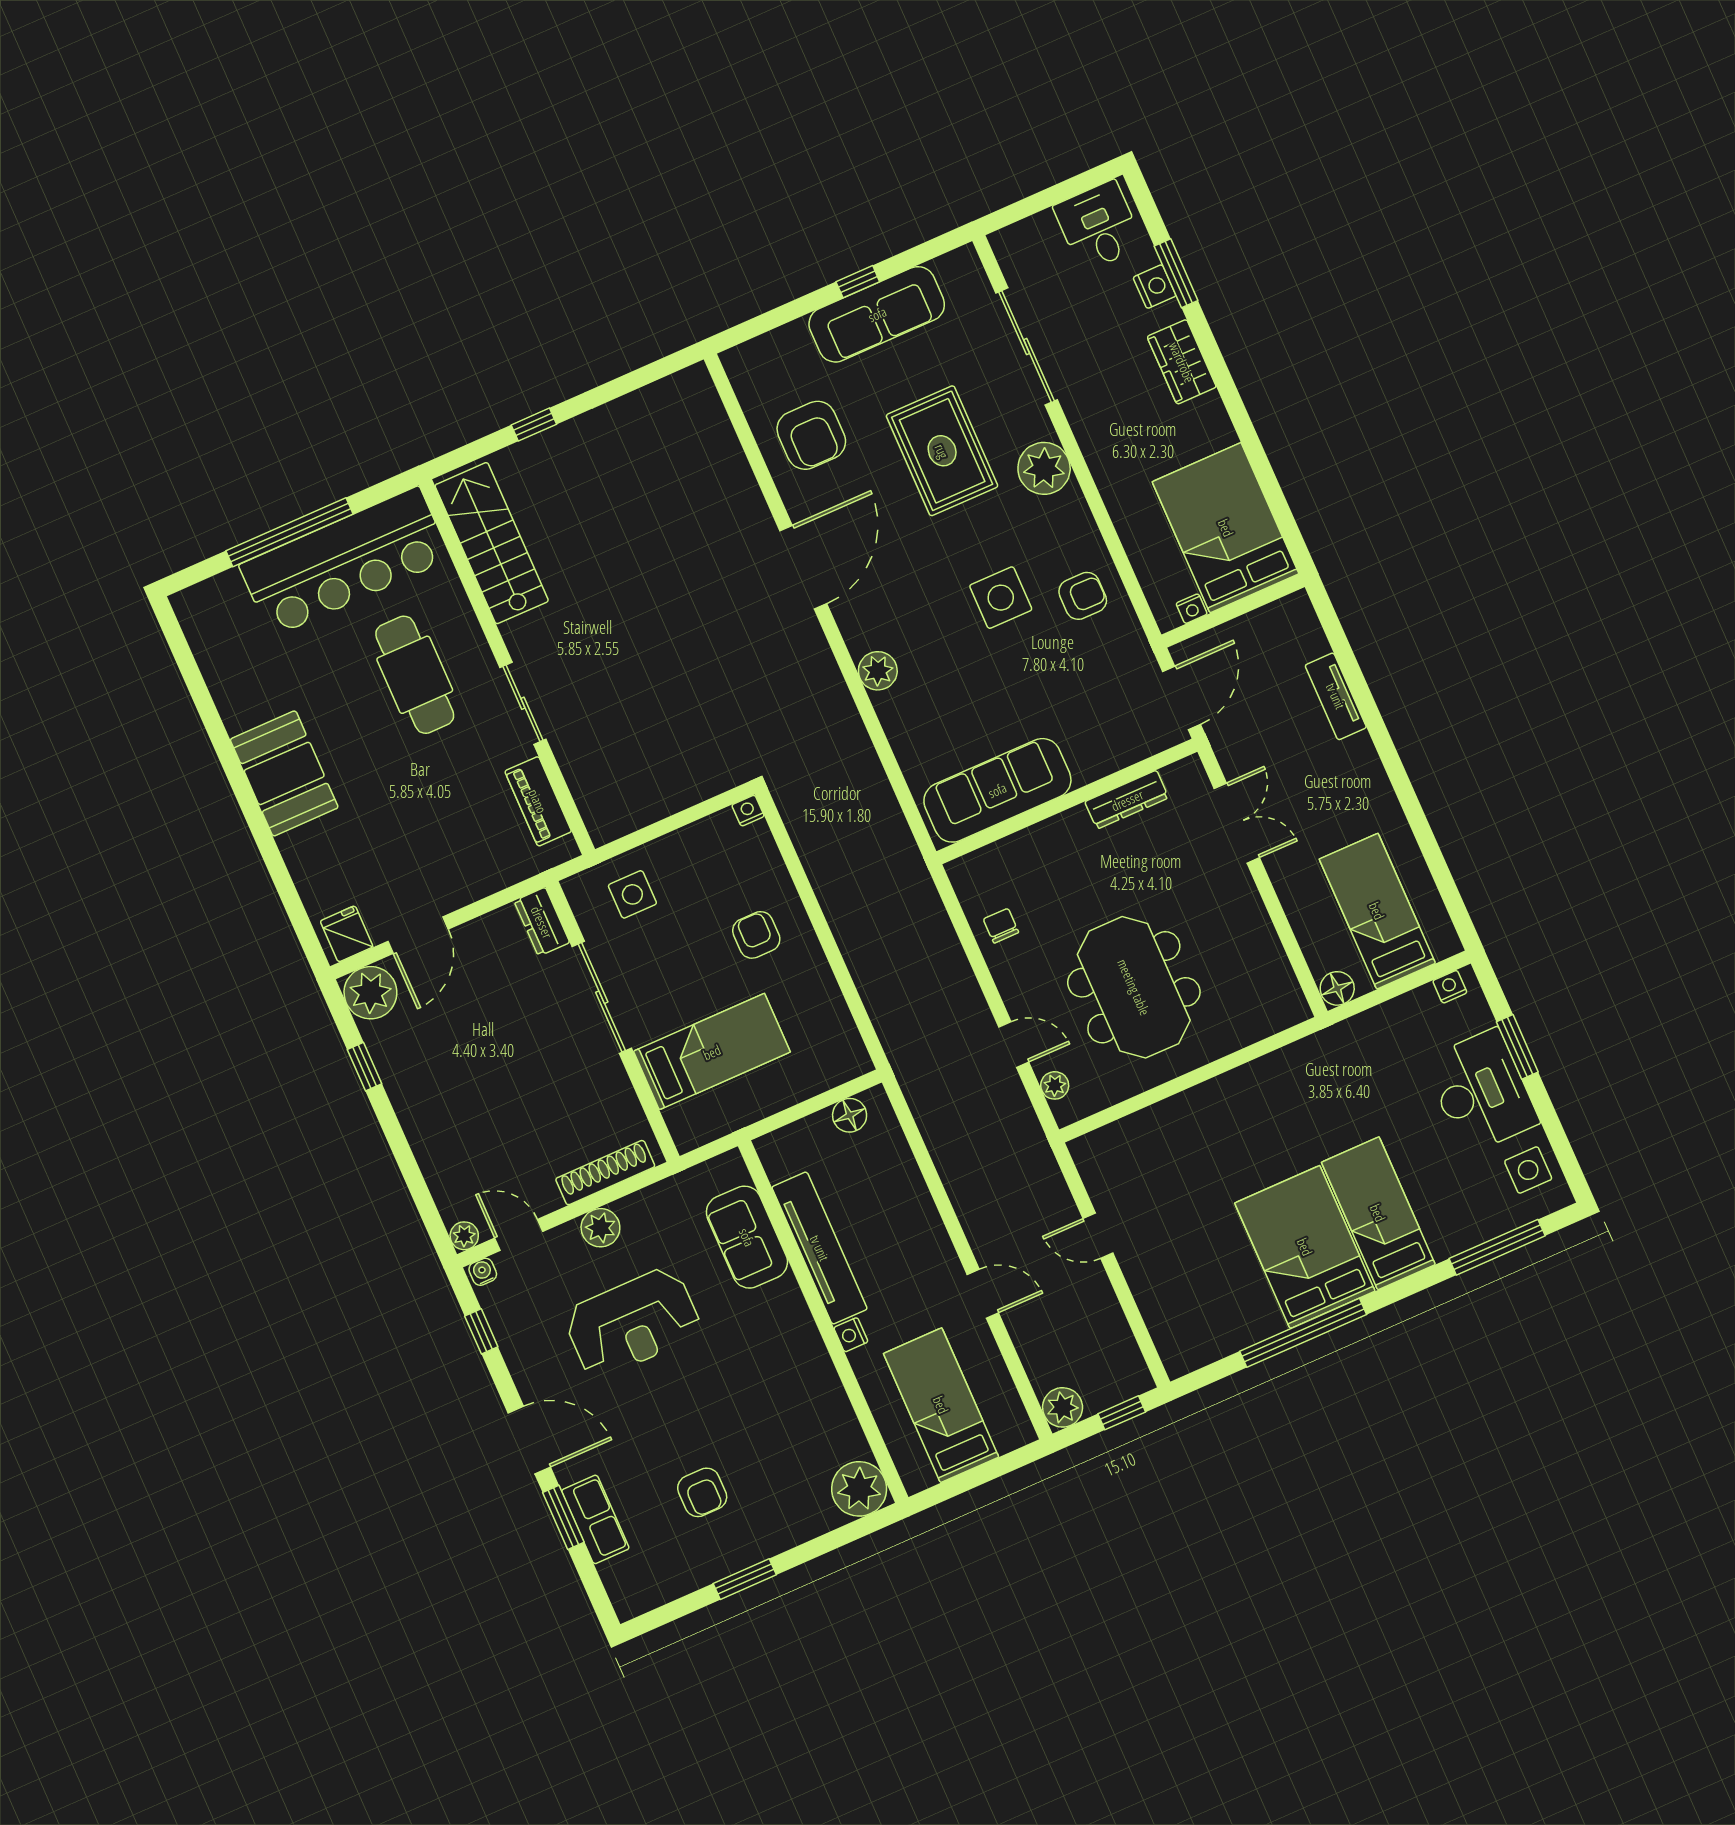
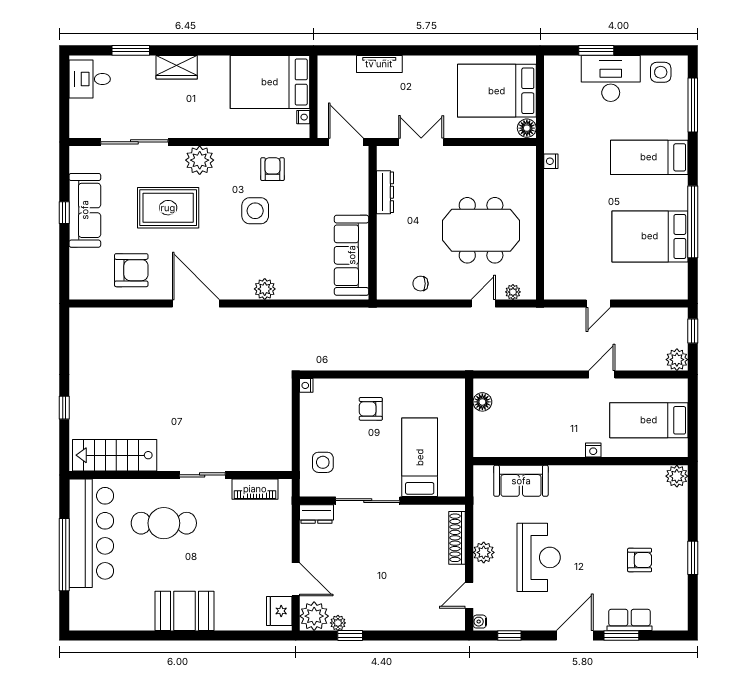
nightstand: (1155, 287) -> (133, 64), removed
bed: (1377, 911) -> (497, 91), width x1.50
fridge: (347, 934) -> (279, 611), width x1.38
nightstand: (1450, 987) -> (551, 161), moved
plant: (464, 1236) -> (338, 623), moved
bed: (1305, 1247) -> (650, 236), moved
tv unit: (820, 1248) -> (543, 447), removed
plant: (859, 1489) -> (677, 476), width x0.73, depth x0.73

